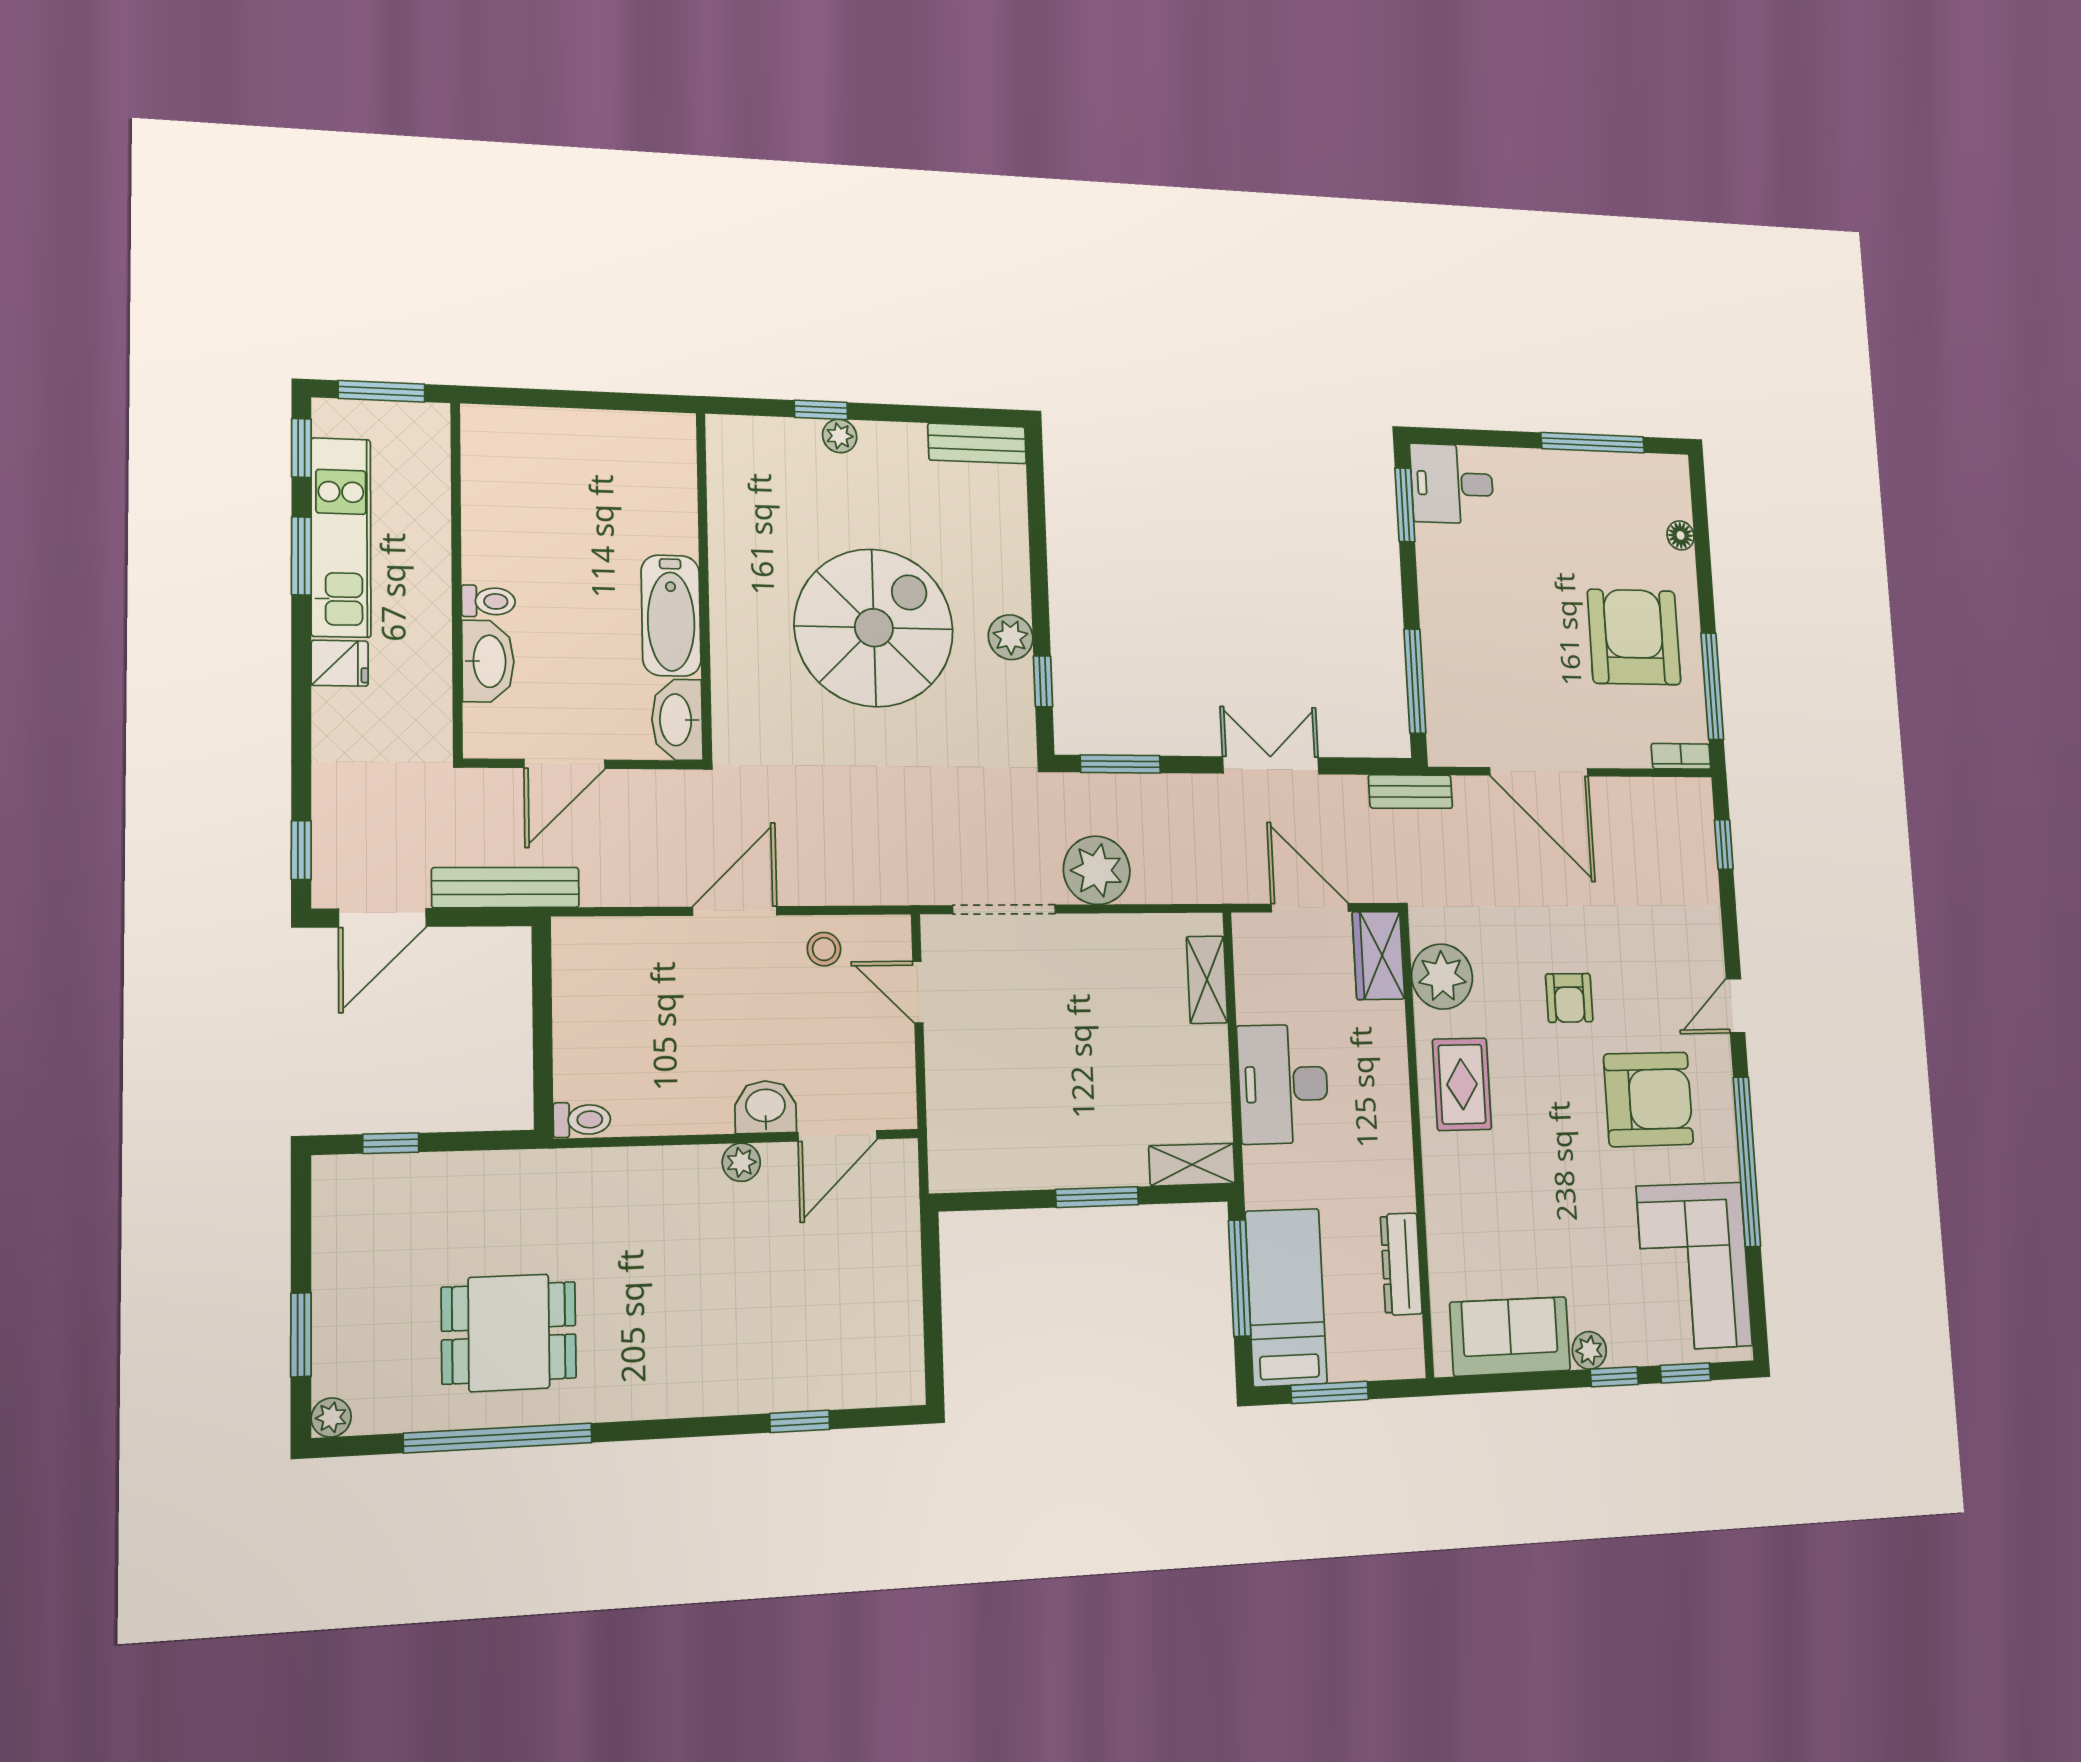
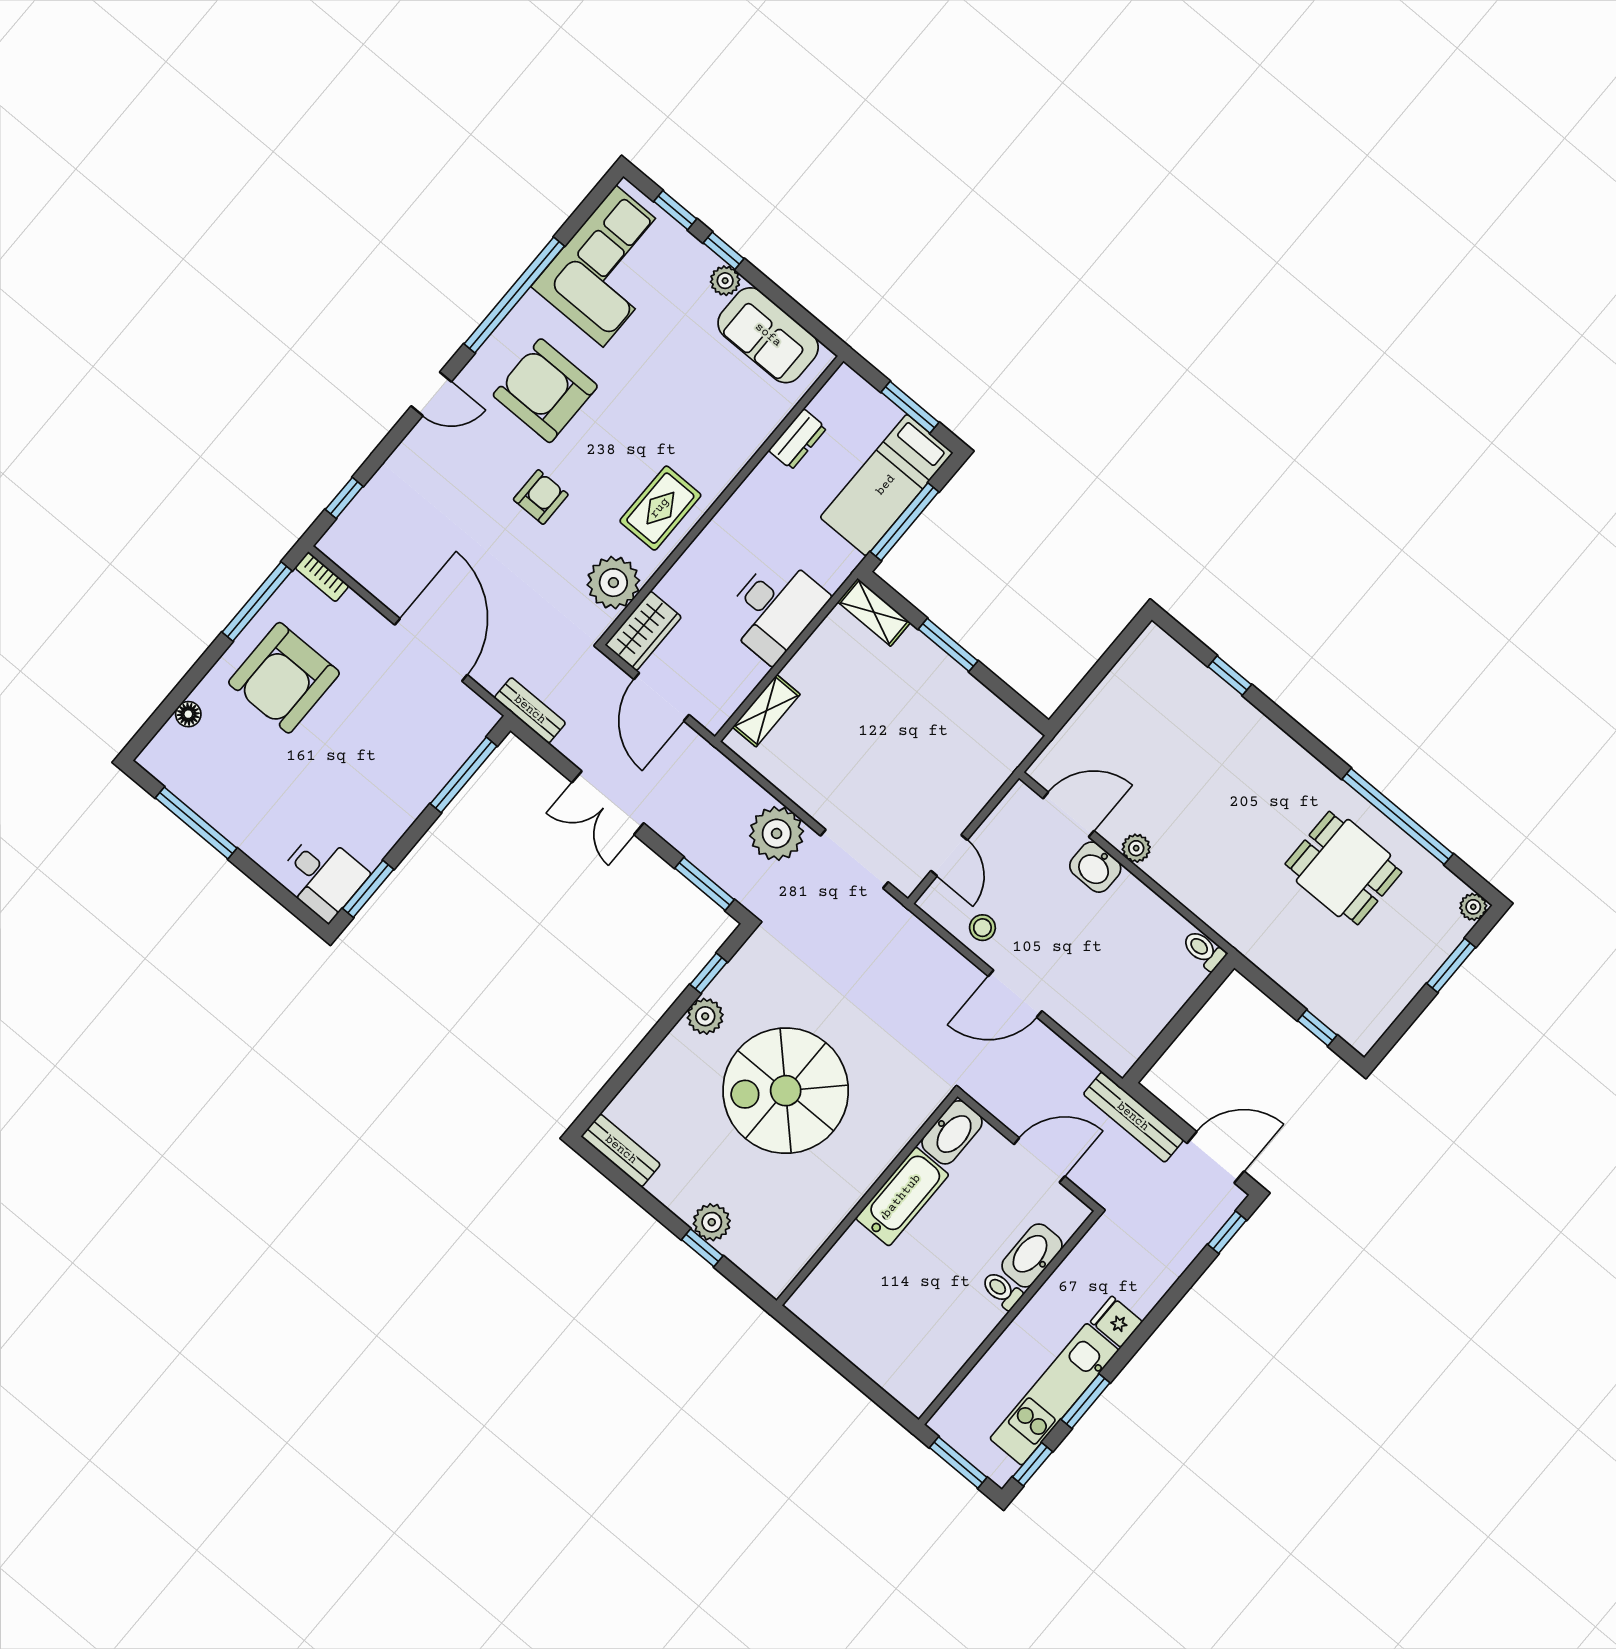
plant: (840, 436) -> (712, 1222), width x1.38, depth x1.38
dresser: (1401, 1264) -> (798, 439), width x0.70

